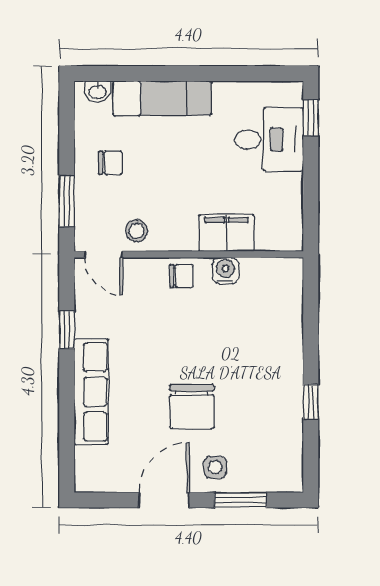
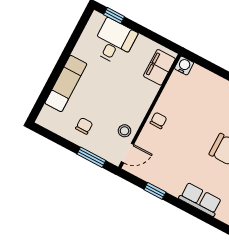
washbasin: (98, 91) -> (46, 114), removed
filing cabinet: (226, 233) -> (159, 67), moved
water cooler: (225, 271) -> (184, 66), moved, turned 90
row of seats: (91, 392) -> (200, 199), width x0.68

